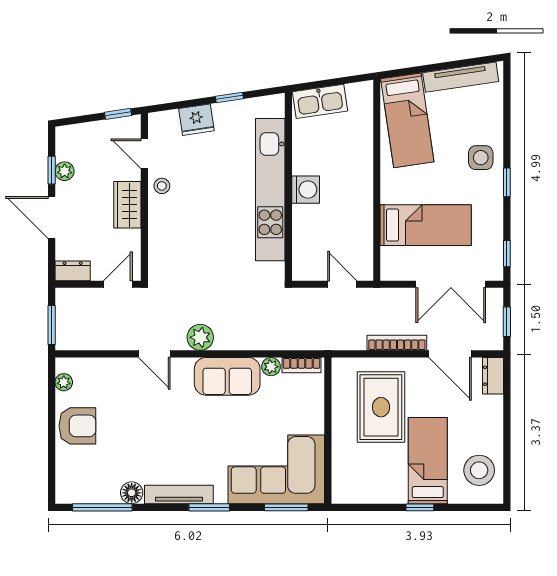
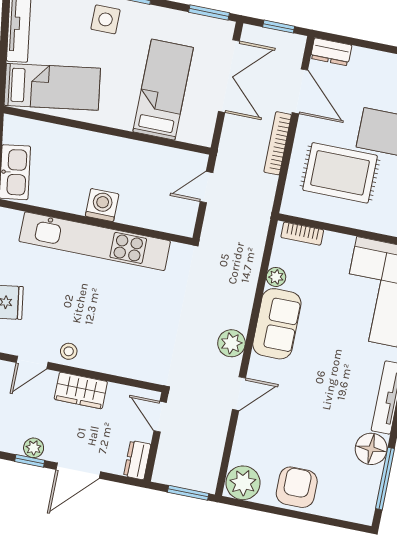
window: (507, 254) -> (209, 13), width x1.50
door: (450, 354) -> (300, 91), hinge flipped
bookcase: (301, 365) -> (302, 234), moved, turned 90
plant: (64, 382) -> (243, 483), width x1.87, depth x1.87
floor lamp: (132, 493) -> (371, 449), width x1.38, depth x1.38

